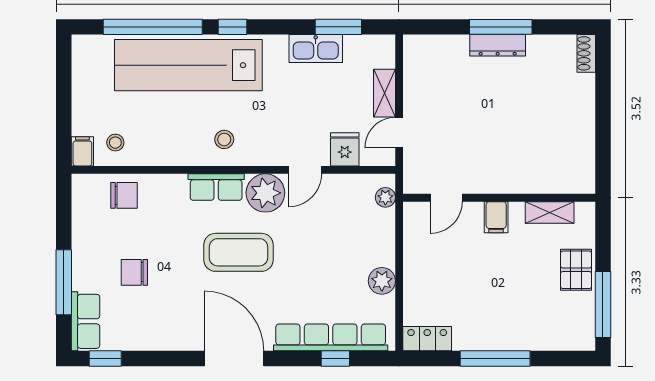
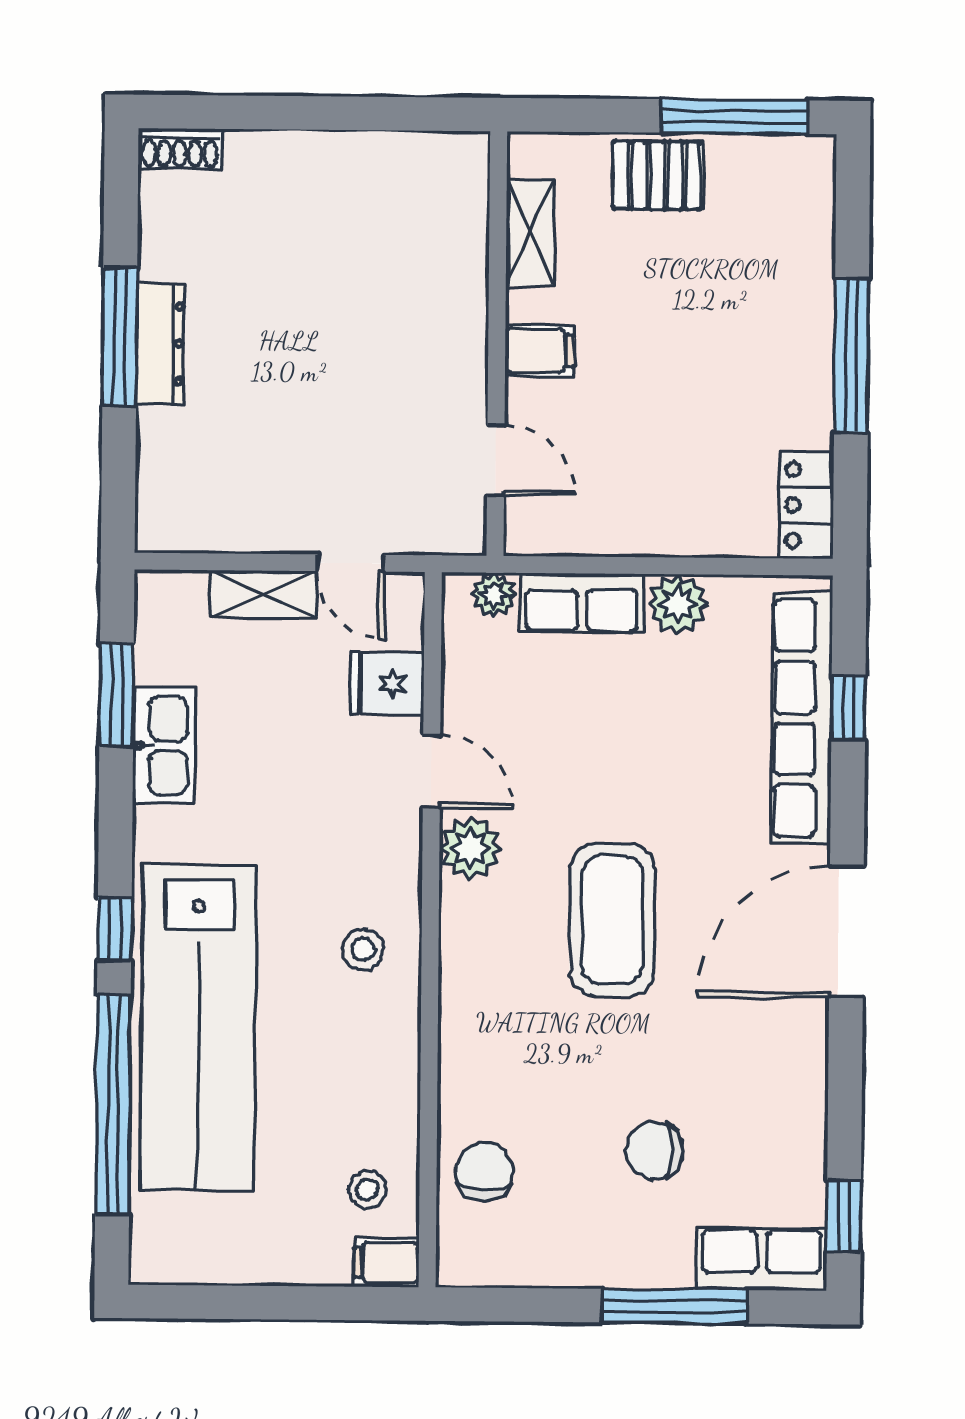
row of seats: (216, 187) -> (582, 603), moved, turned 90
plant: (265, 193) -> (470, 848), width x0.73, depth x0.73
chair: (134, 272) -> (654, 1150), turned 90

